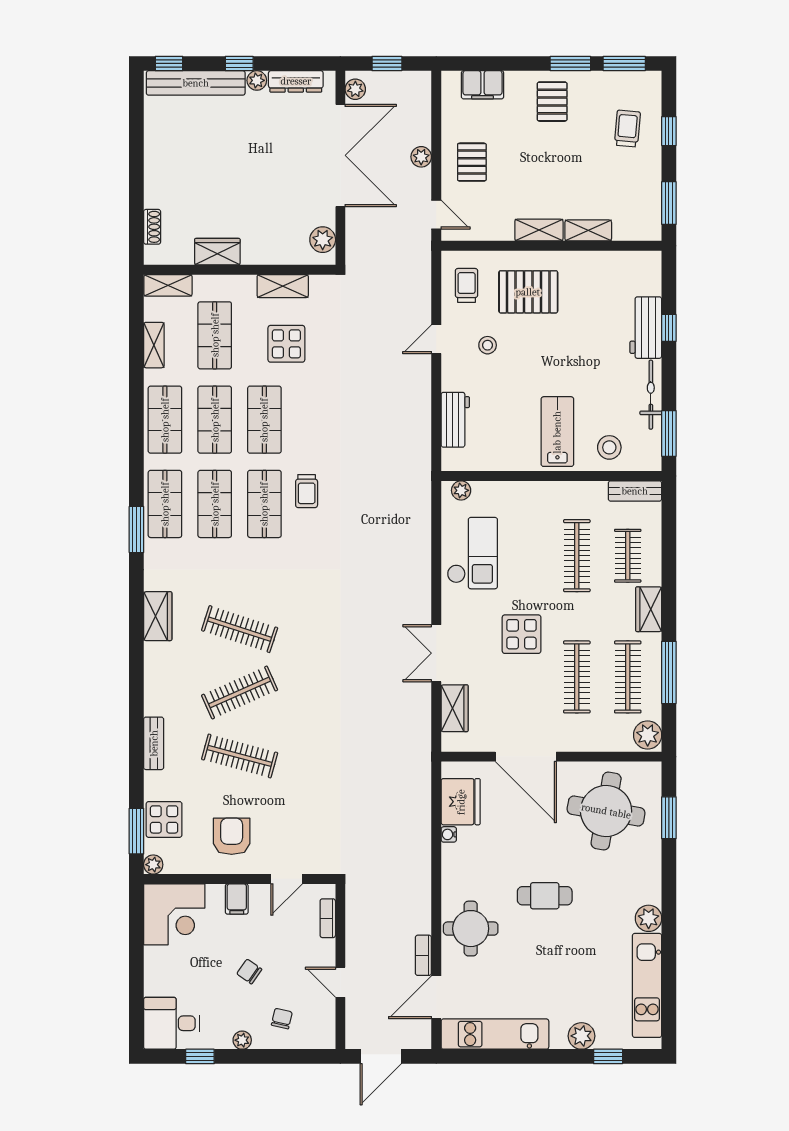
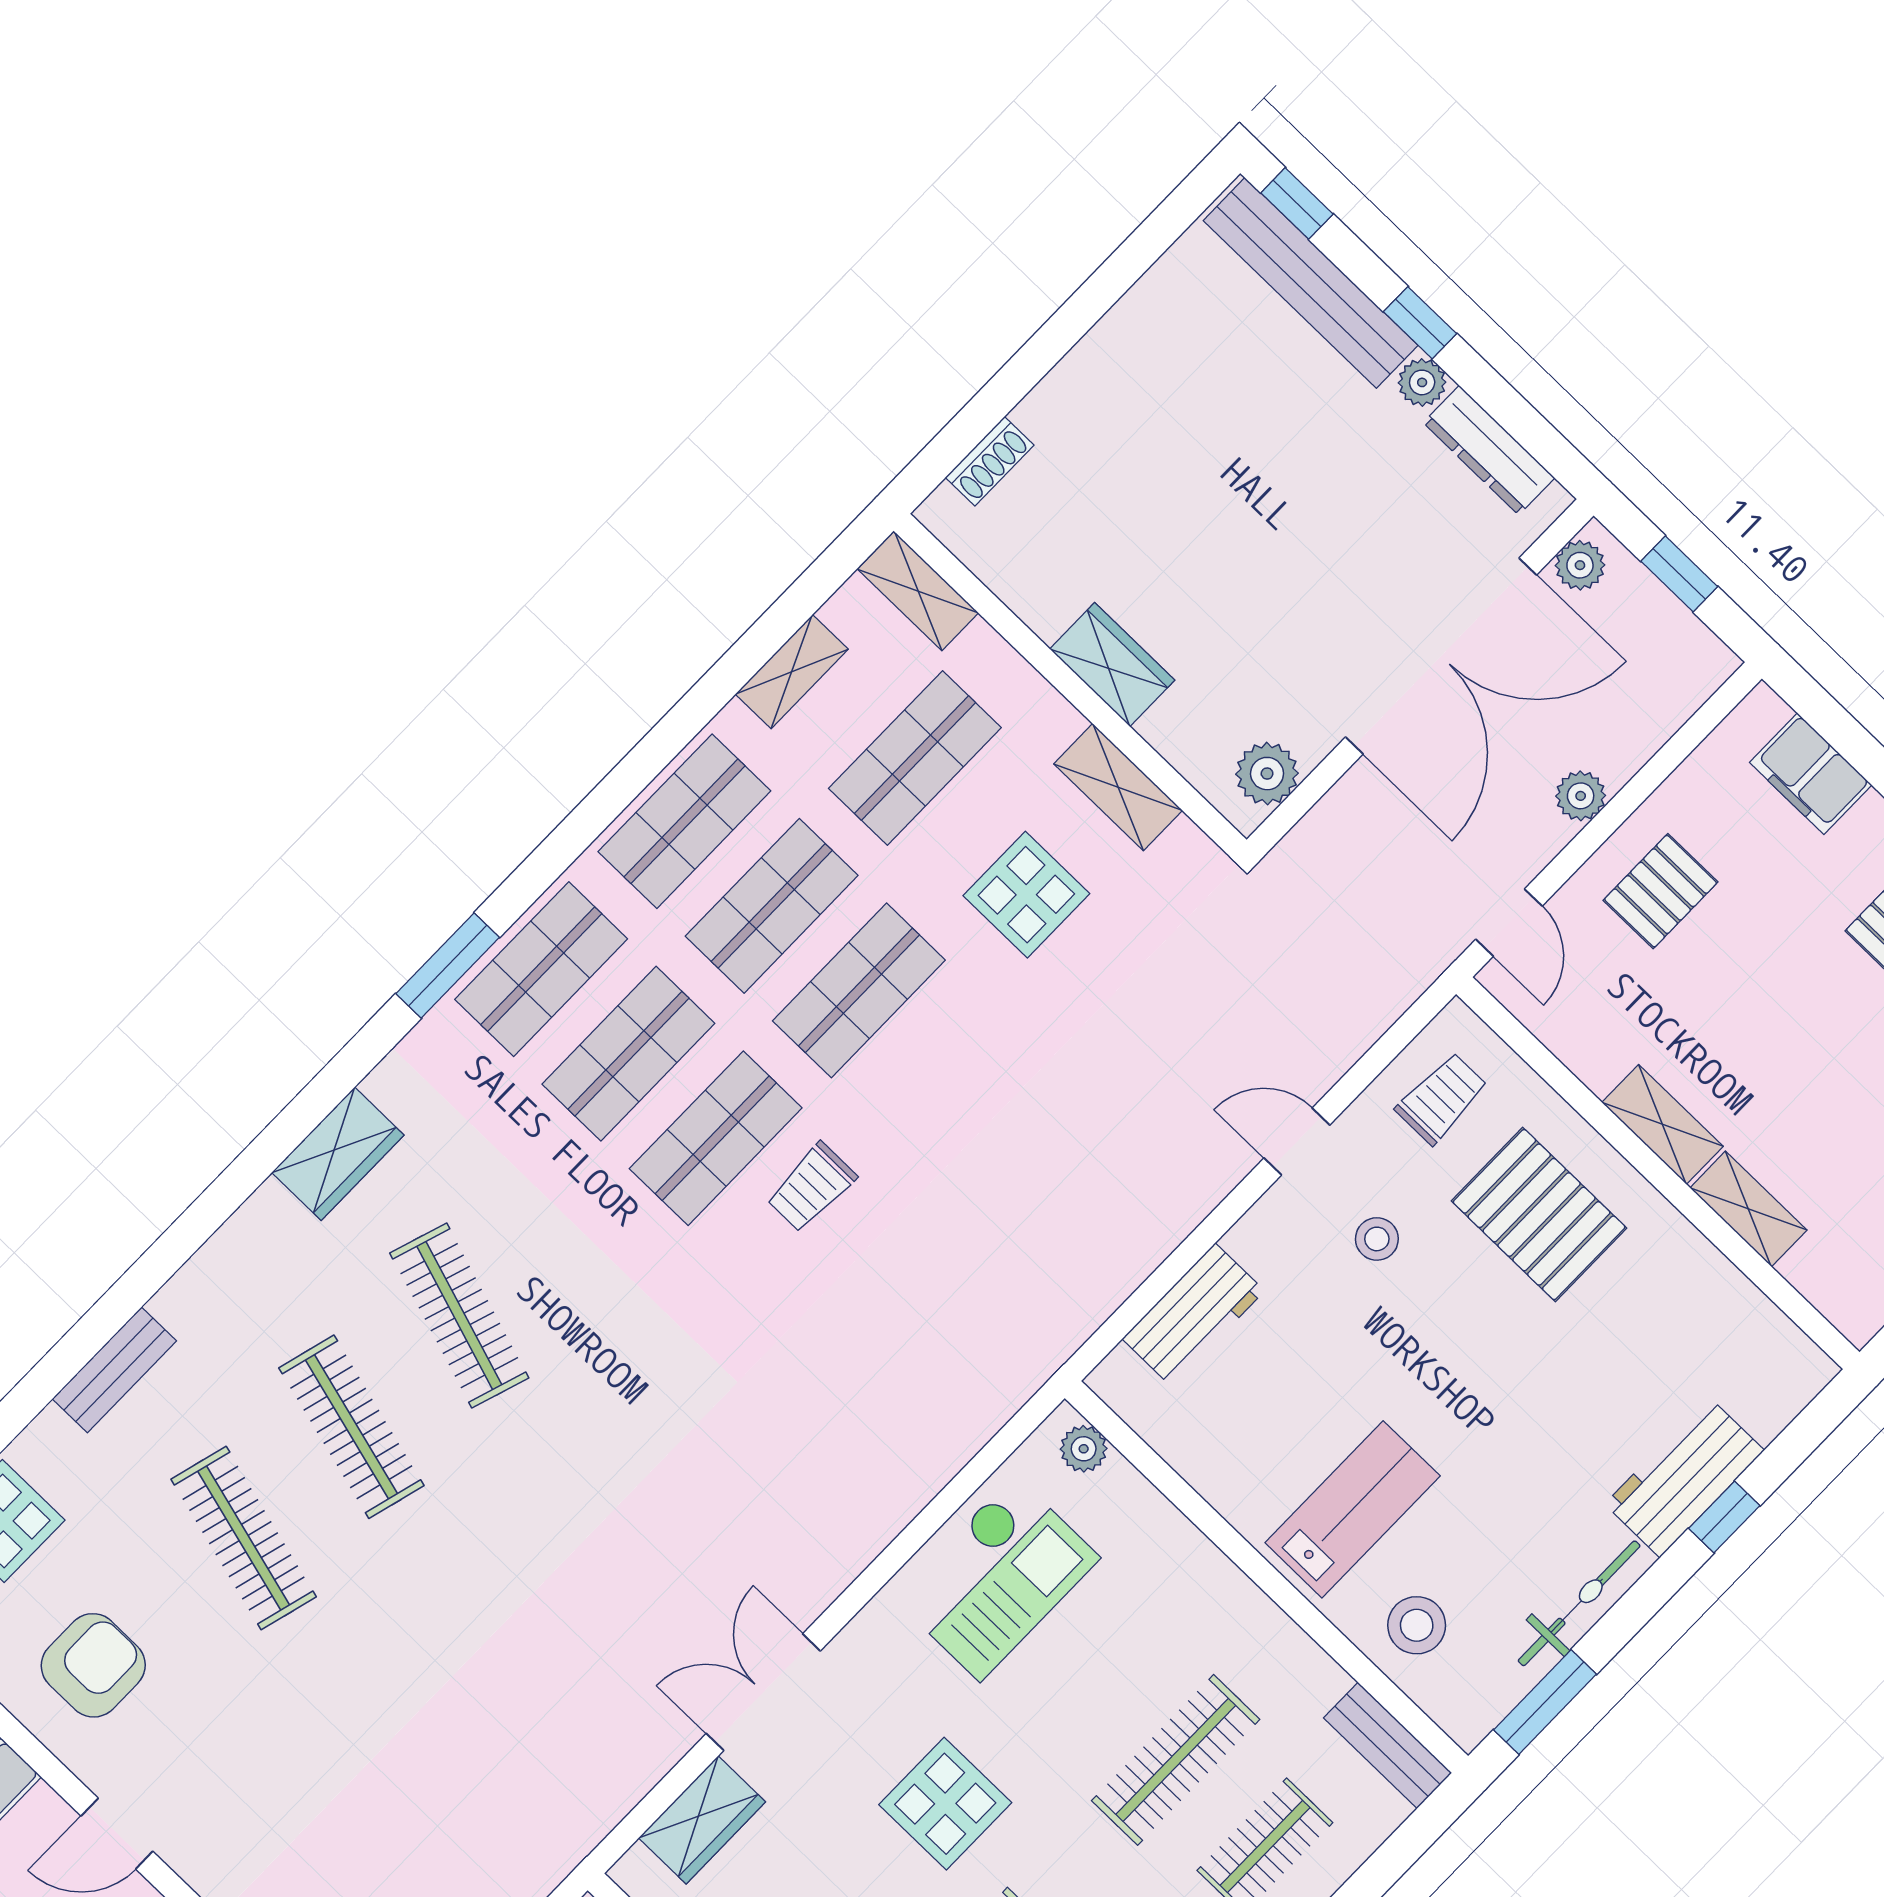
wardrobe: (217, 252) -> (1112, 665), moved
clothes rail: (240, 693) -> (351, 1427), turned 39

